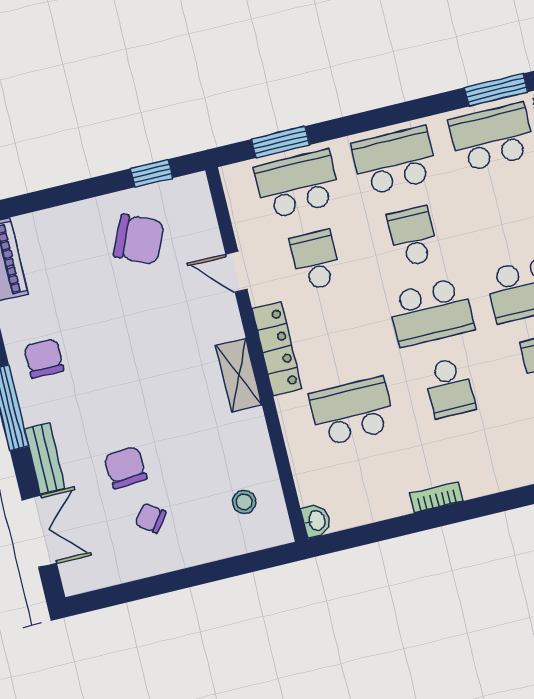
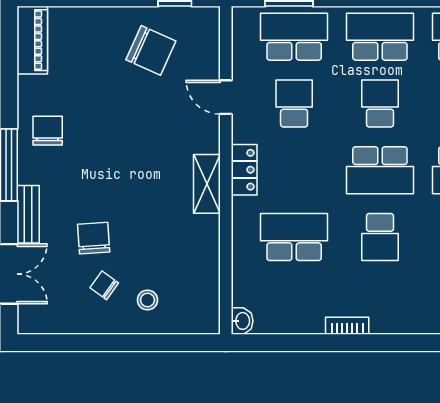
locker: (277, 349) -> (244, 170), width x0.66
stool: (244, 502) -> (147, 300), moved

